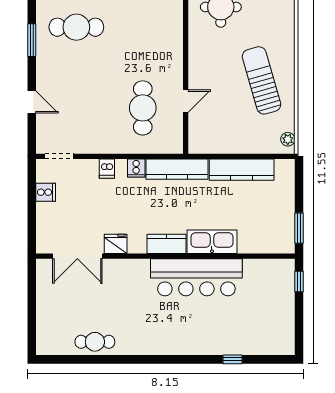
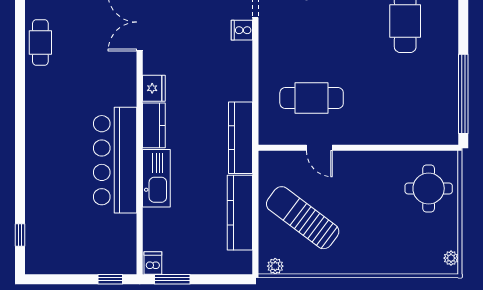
sun lounger: (261, 80) -> (303, 218), moved, turned -127
cooker: (136, 168) -> (242, 30), moved
dishwasher: (107, 169) -> (153, 263), moved, turned 90
fridge: (116, 244) -> (154, 88), moved
window: (233, 359) -> (20, 235), moved

